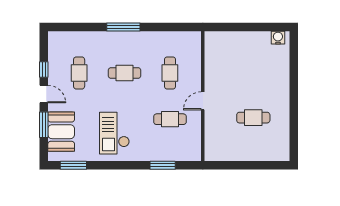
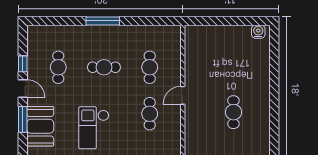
cafe table: (253, 118) -> (233, 112), turned 90
cafe table: (170, 119) -> (150, 114), turned 90

